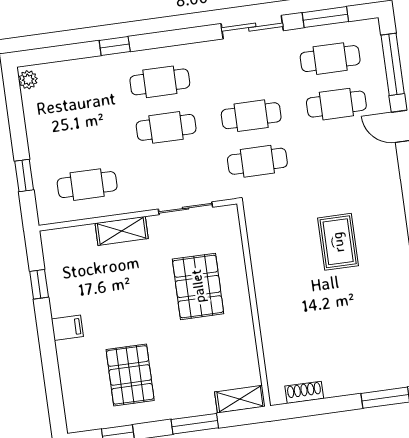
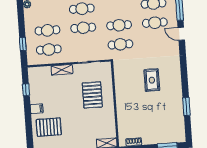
cafe table: (81, 139) -> (47, 30), added
pallet: (130, 375) -> (49, 127), moved, turned 90

